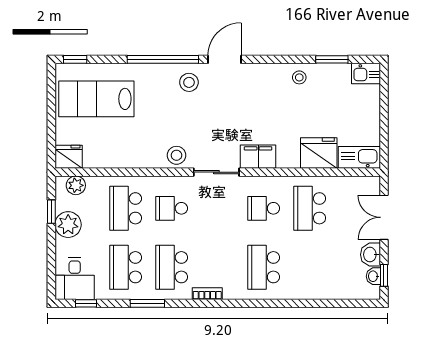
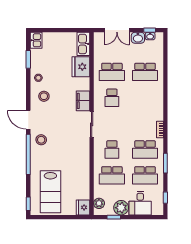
stool: (176, 155) -> (44, 96), moved
school desk: (264, 267) -> (145, 72), moved
desk: (75, 279) -> (140, 203), moved, turned 90

